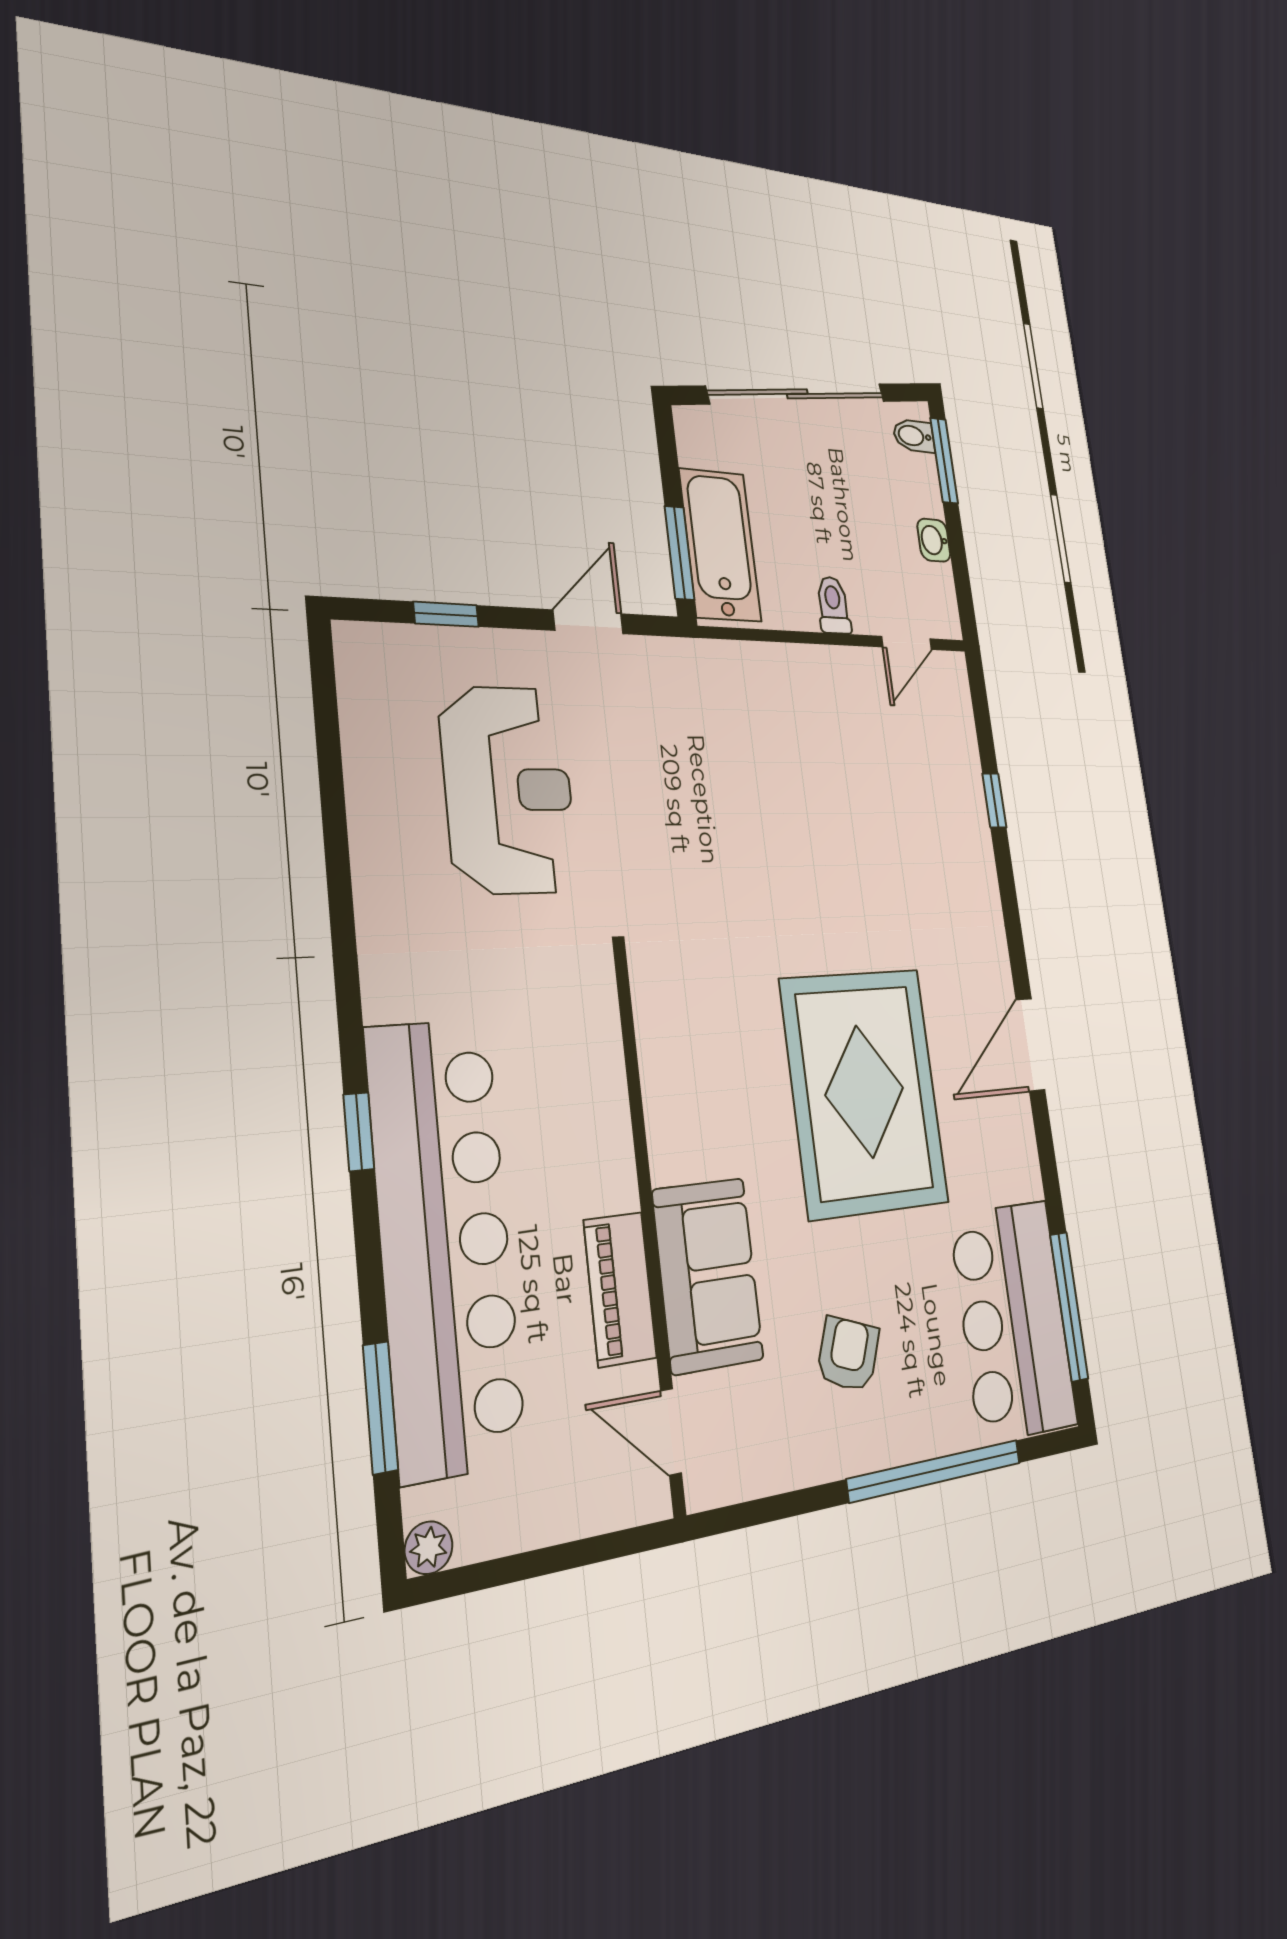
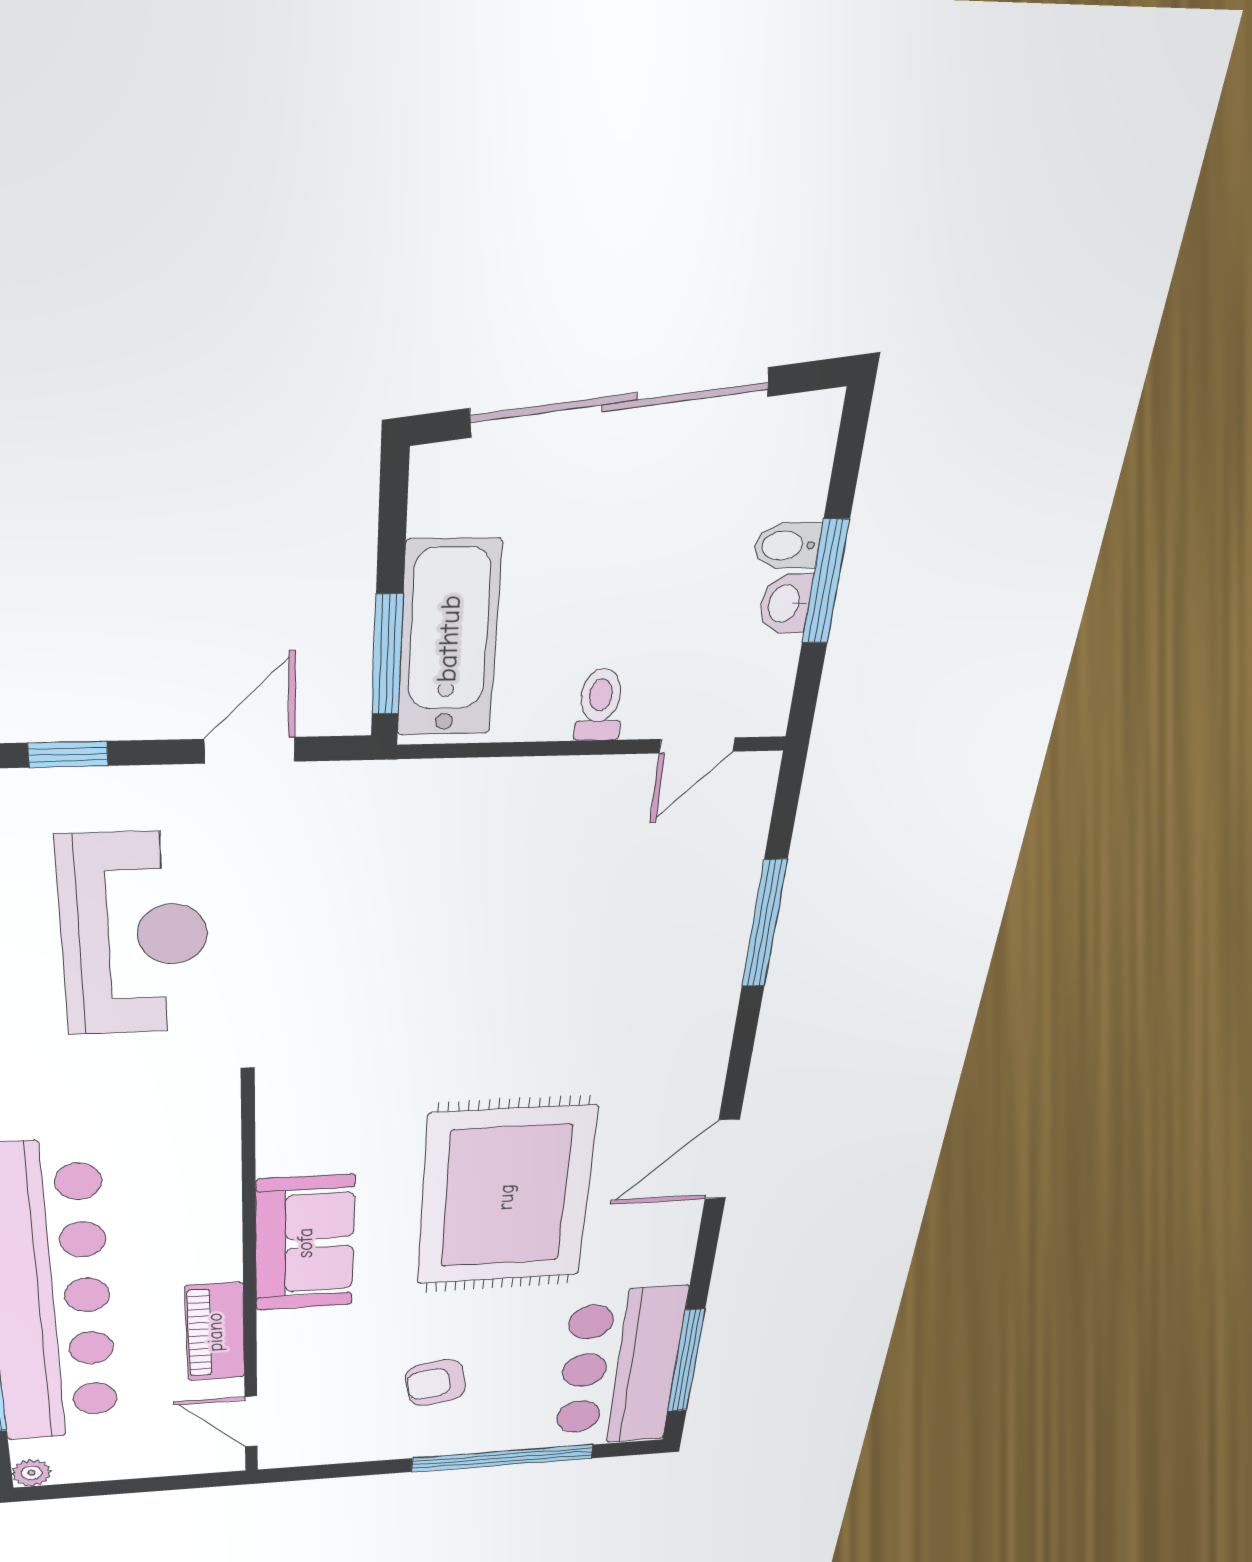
bidet: (914, 436) -> (787, 546), moved
window: (944, 461) -> (825, 582), moved
window: (994, 800) -> (764, 924), width x2.17
sofa: (708, 1275) -> (305, 1243), moved
armchair: (848, 1354) -> (435, 1383), turned -120

